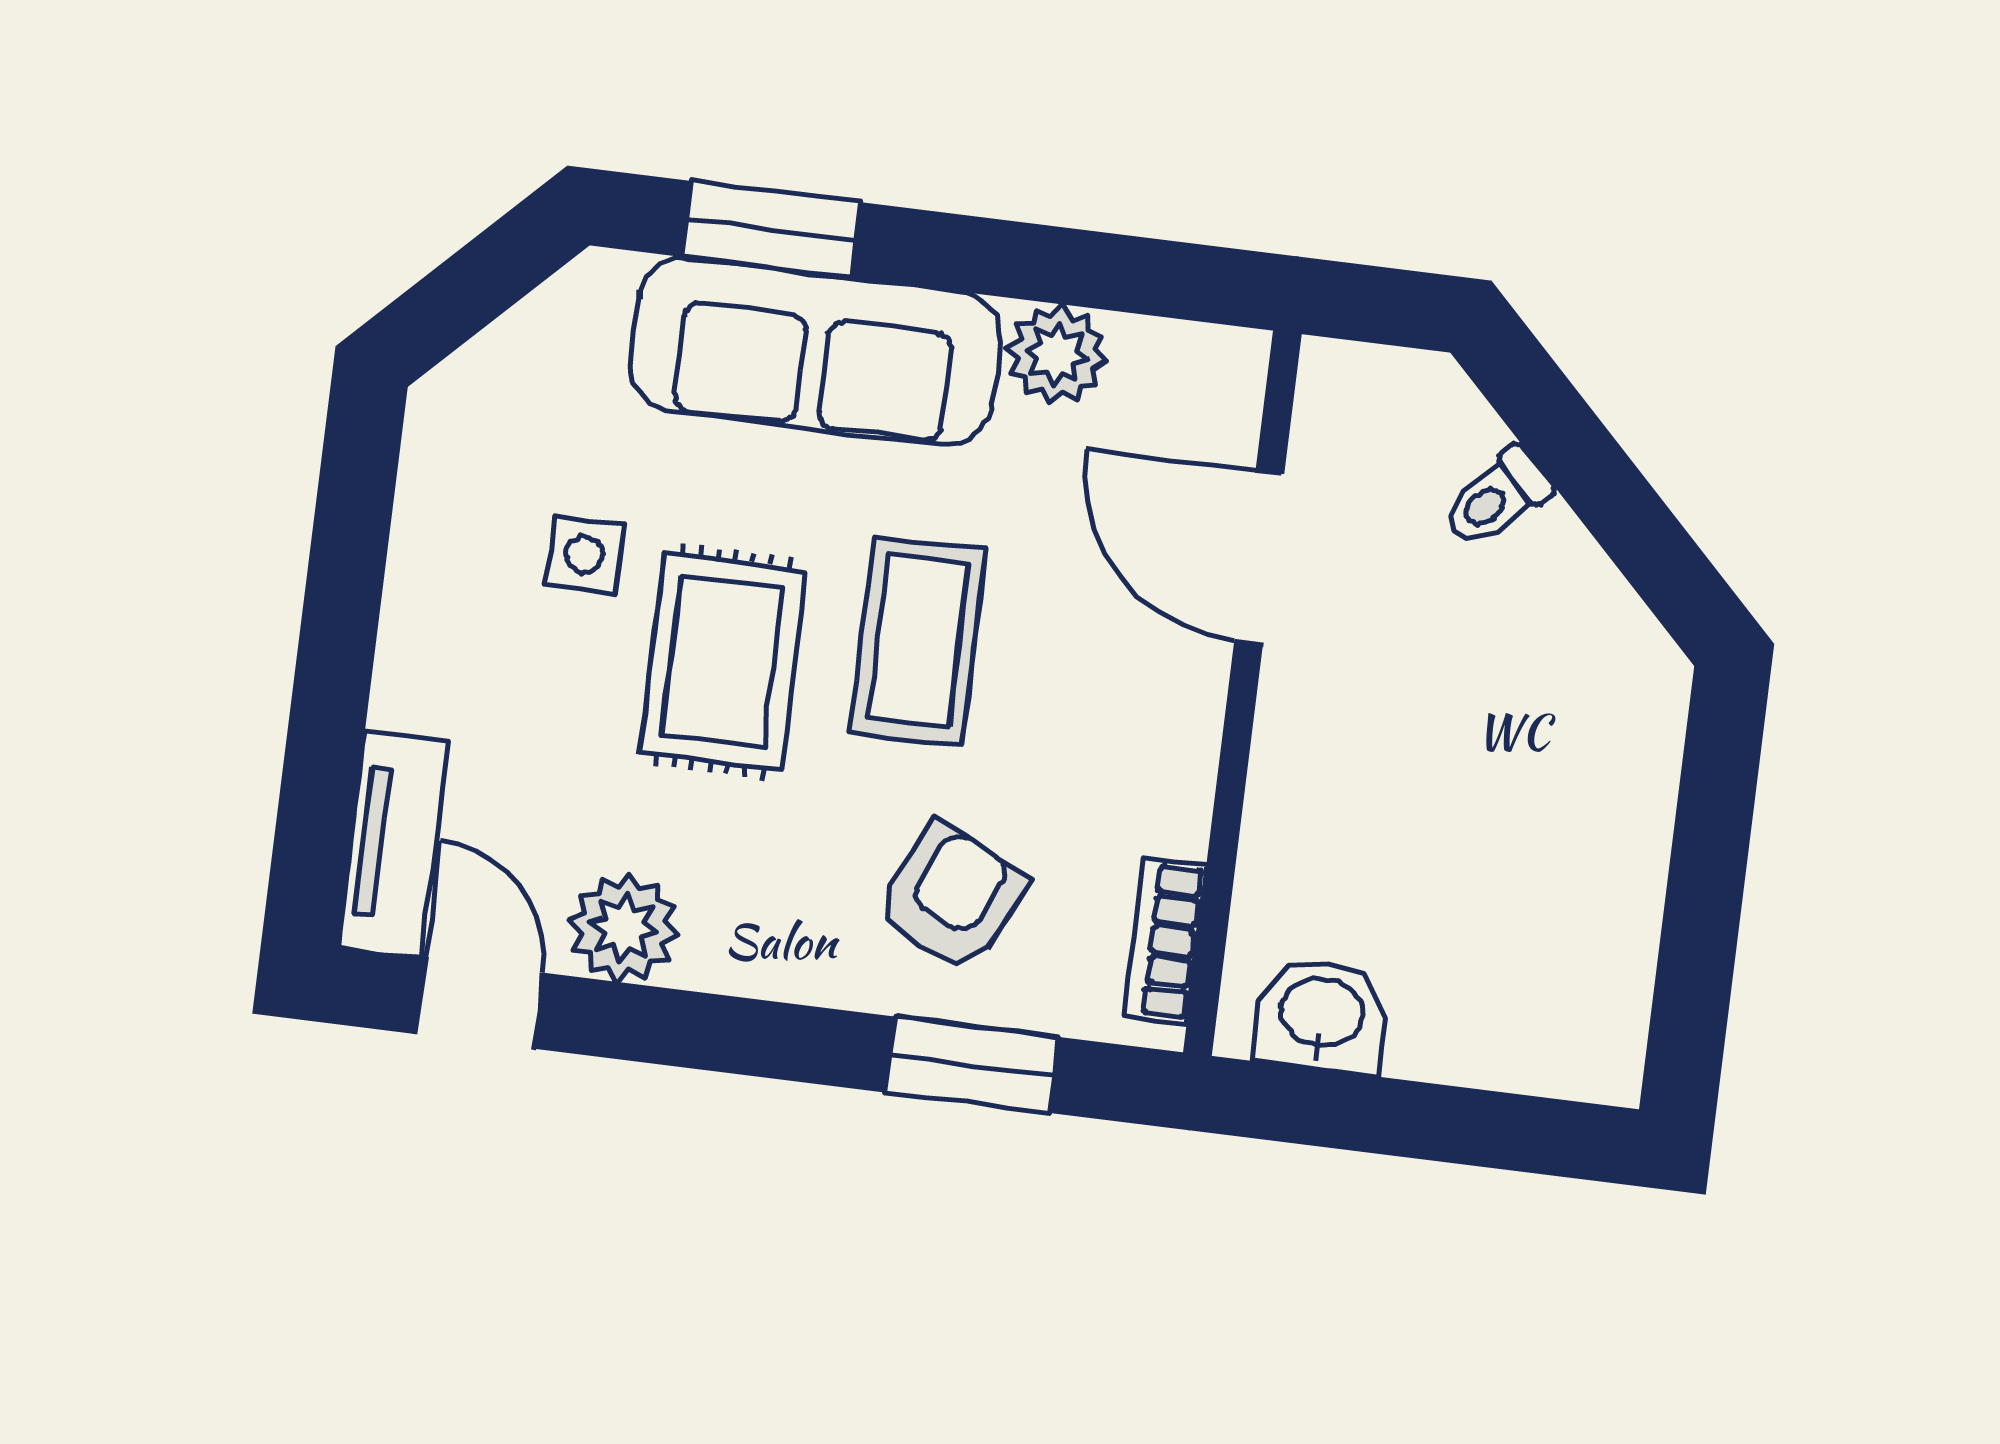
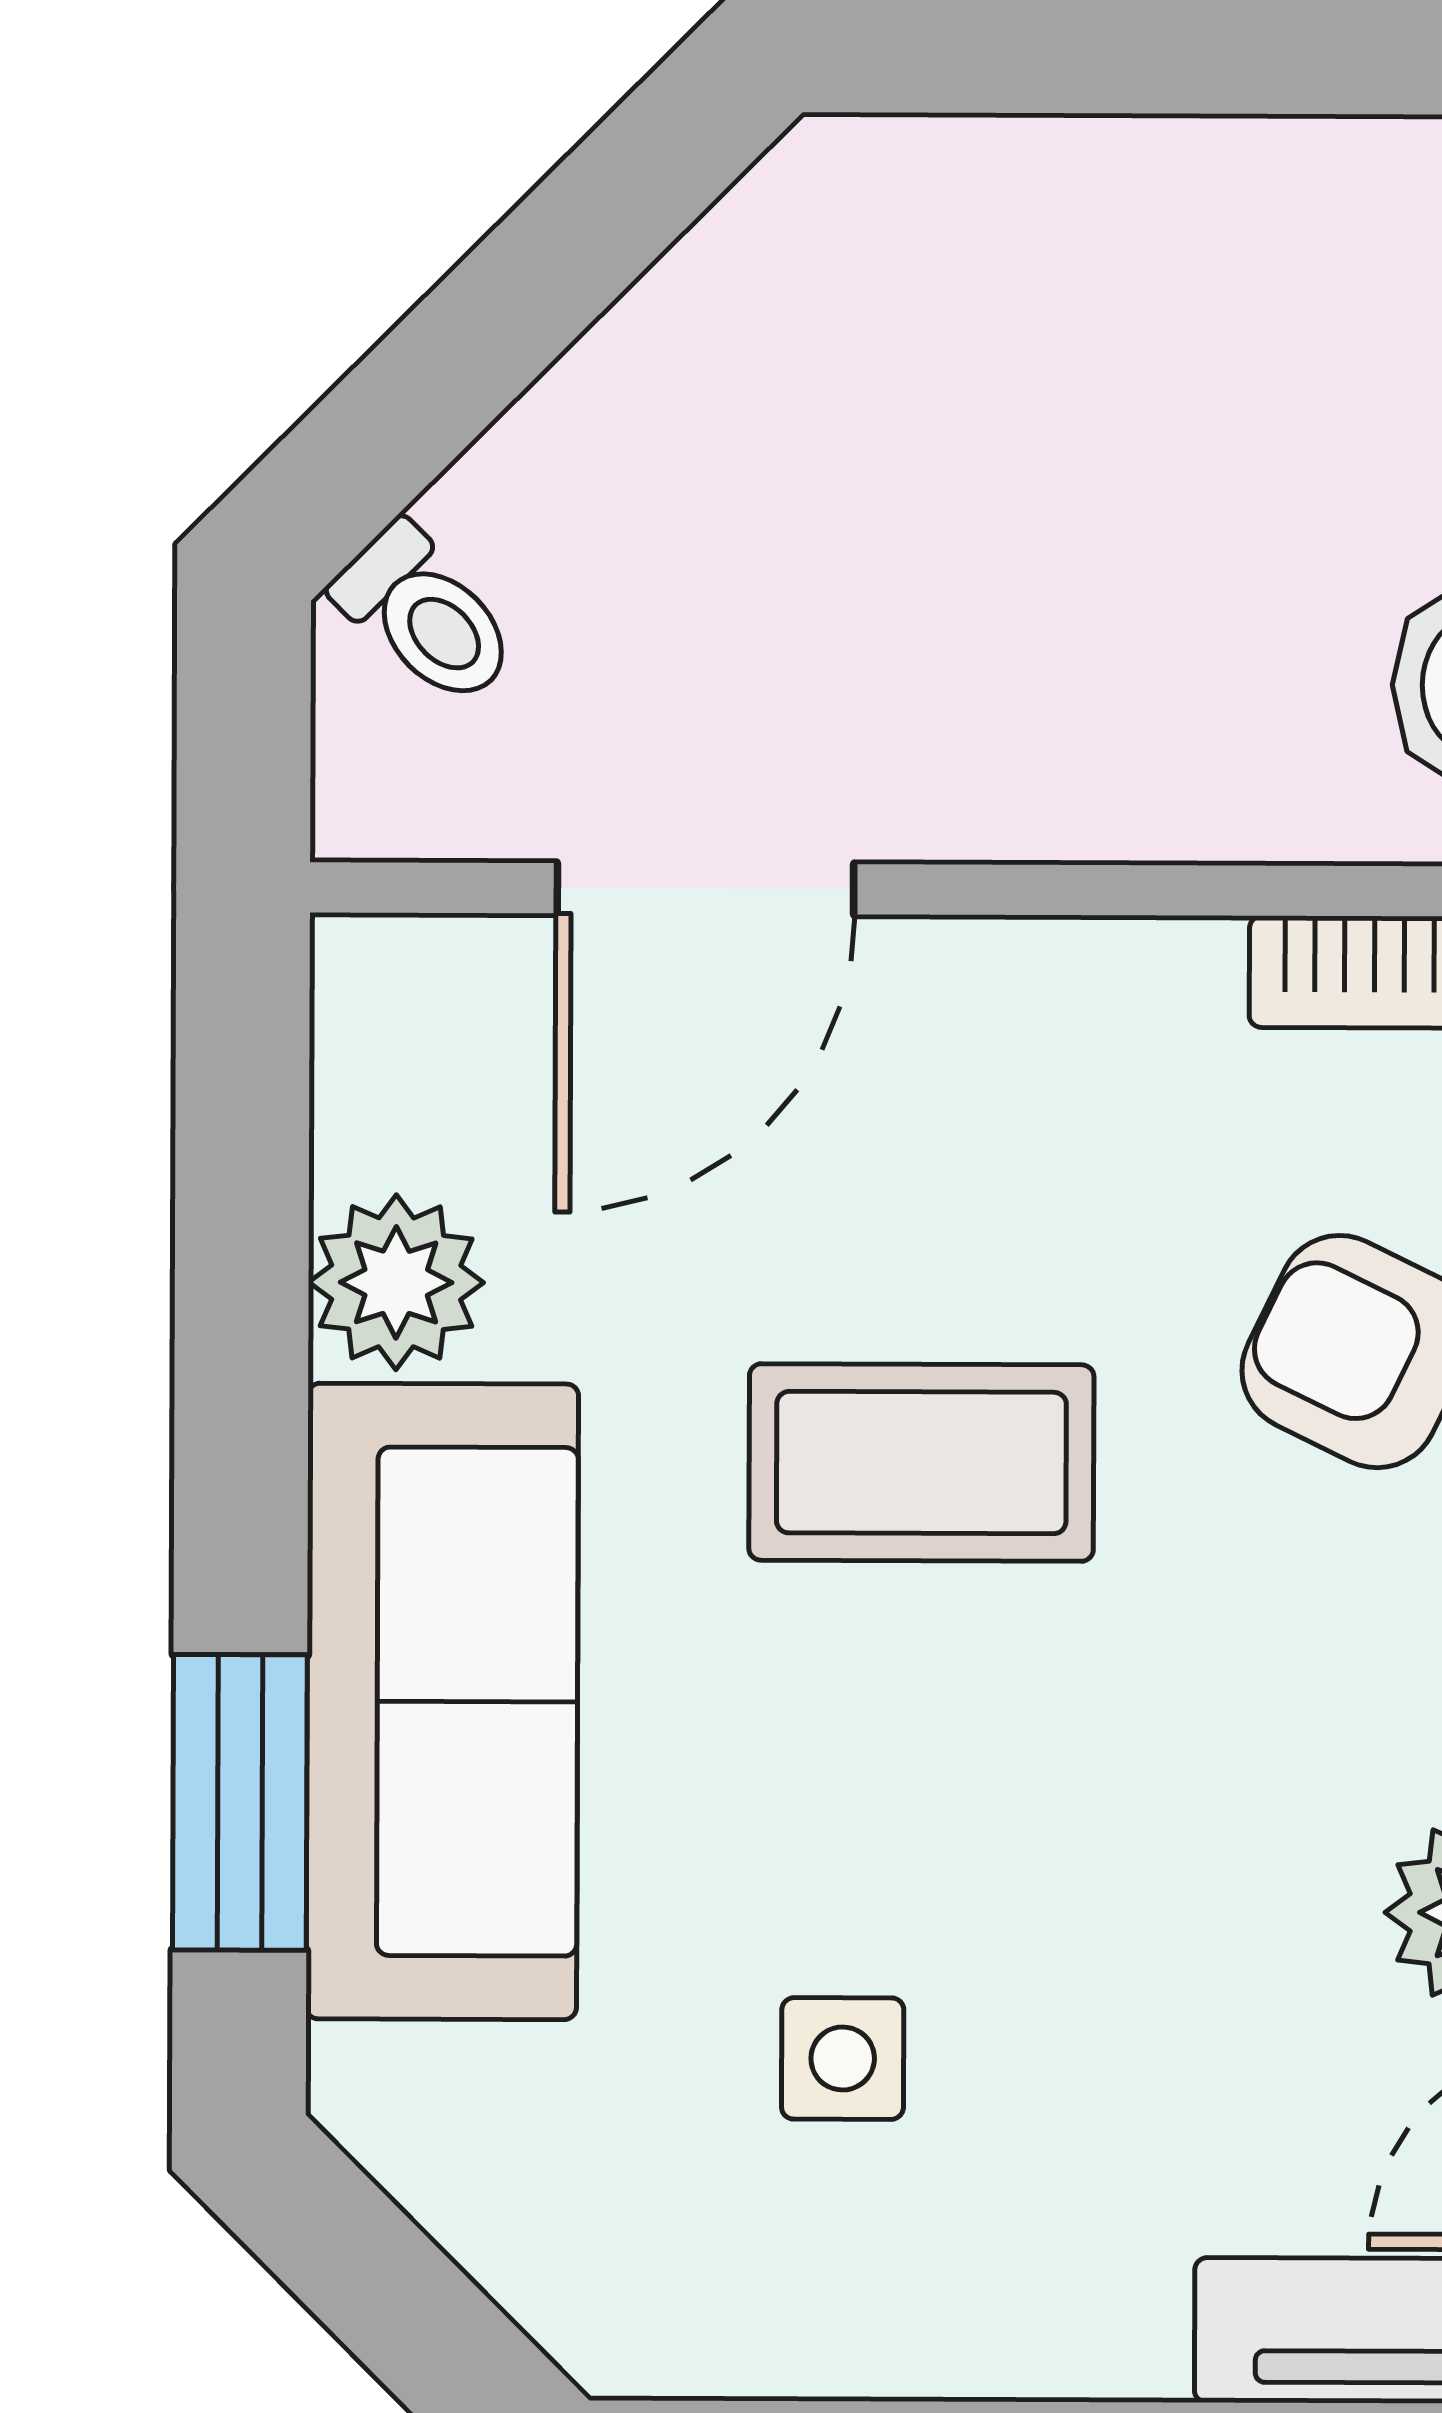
toilet: (1497, 497) -> (426, 615), moved
rug: (723, 662) -> (999, 1796), removed

